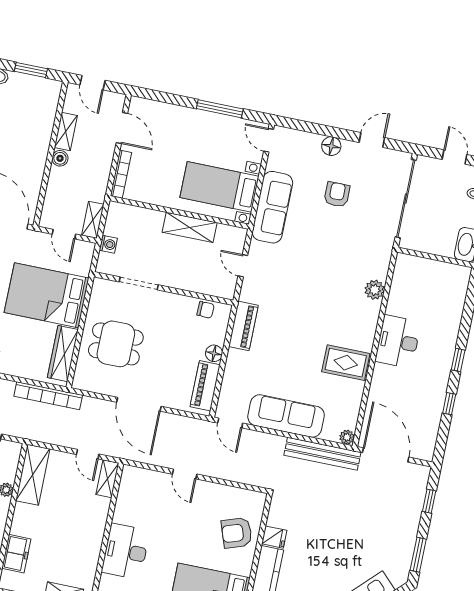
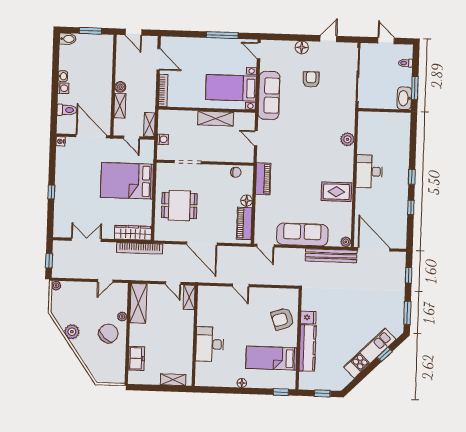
shelving: (66, 131) -> (120, 106), moved
wardrobe: (63, 354) -> (133, 233), moved, turned 90

